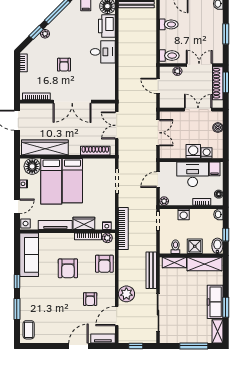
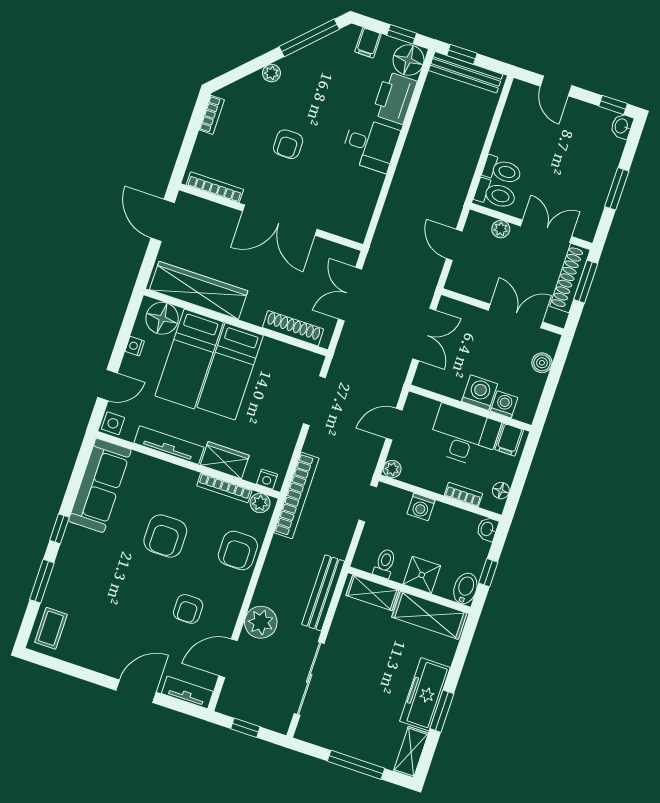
toilet: (169, 24) -> (502, 170), moved
window: (36, 32) -> (255, 65), removed

